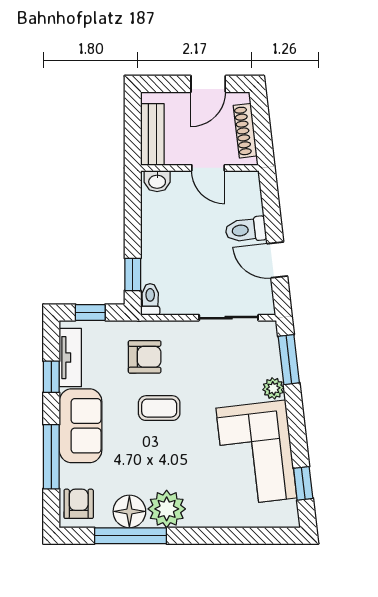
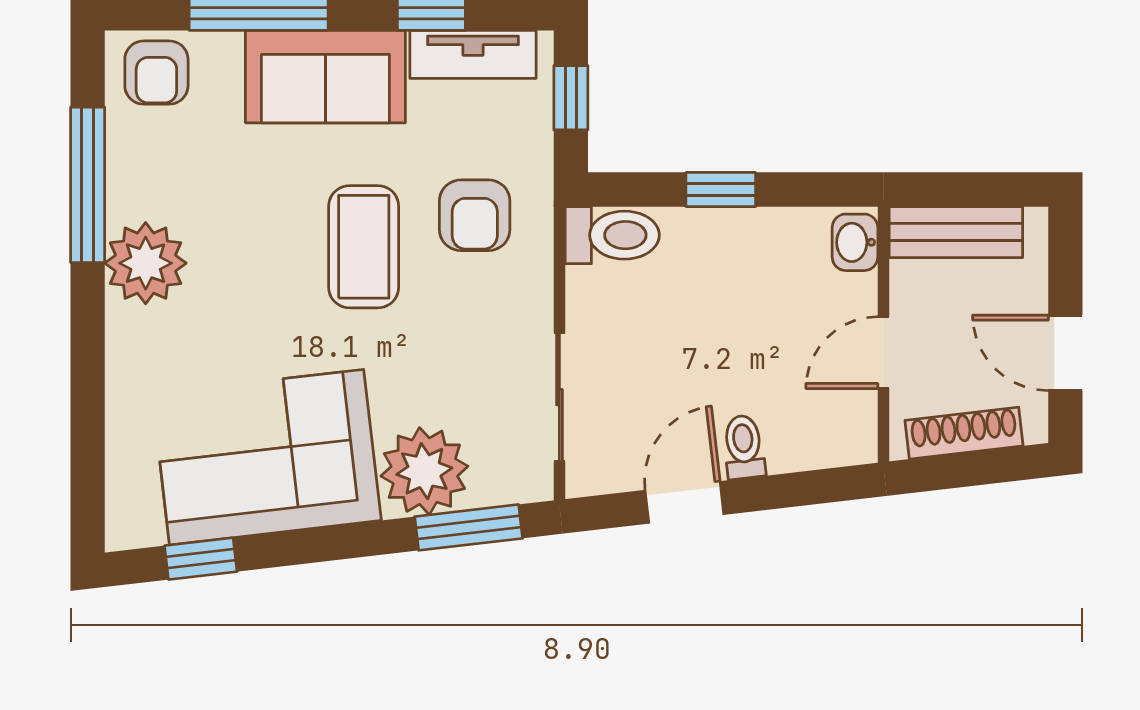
toilet: (246, 230) -> (744, 447), width x0.73, depth x0.72
window: (133, 274) -> (721, 189), moved
toilet: (150, 299) -> (612, 235), width x1.37, depth x1.39
plant: (273, 388) -> (424, 471), width x1.87, depth x1.87
coffee table: (159, 408) -> (364, 247), width x1.36, depth x1.30
armchair: (79, 504) -> (156, 73), turned 90
floor lamp: (129, 511) -> (140, 182), removed

